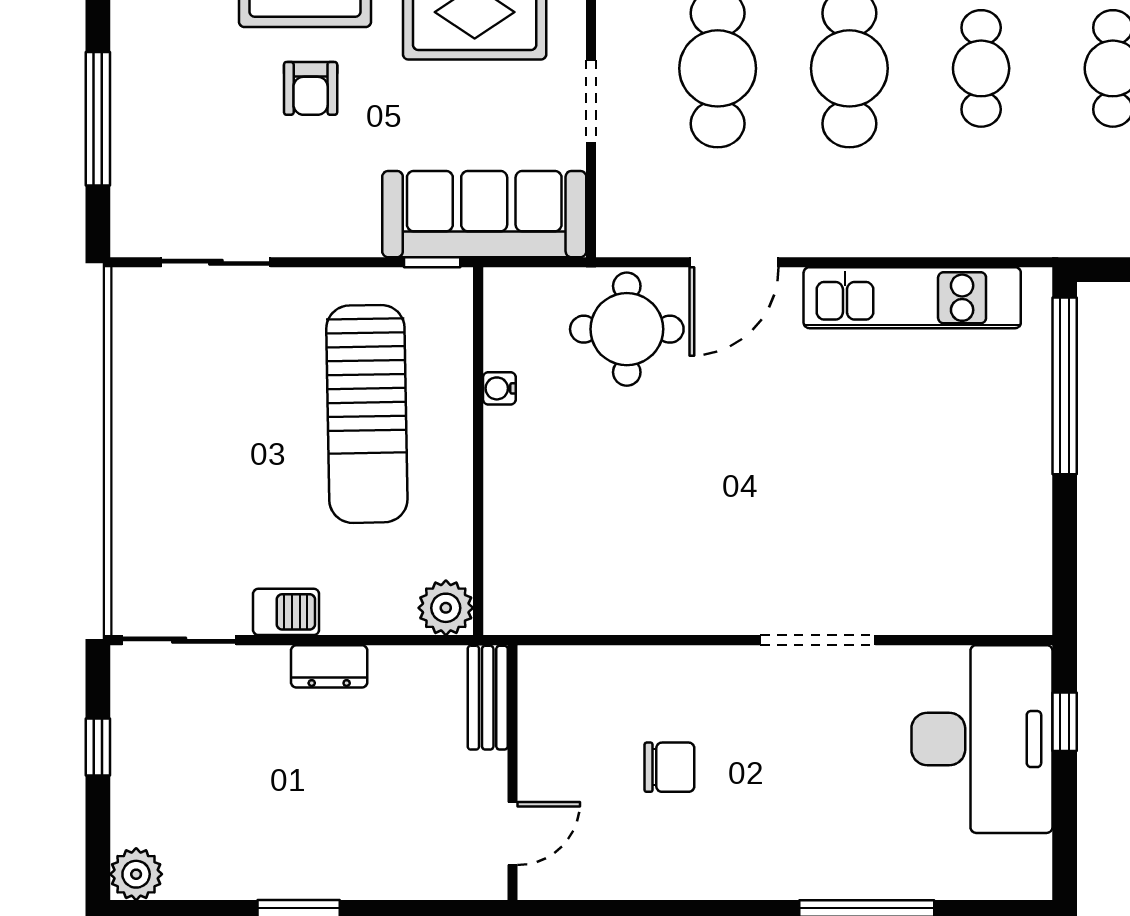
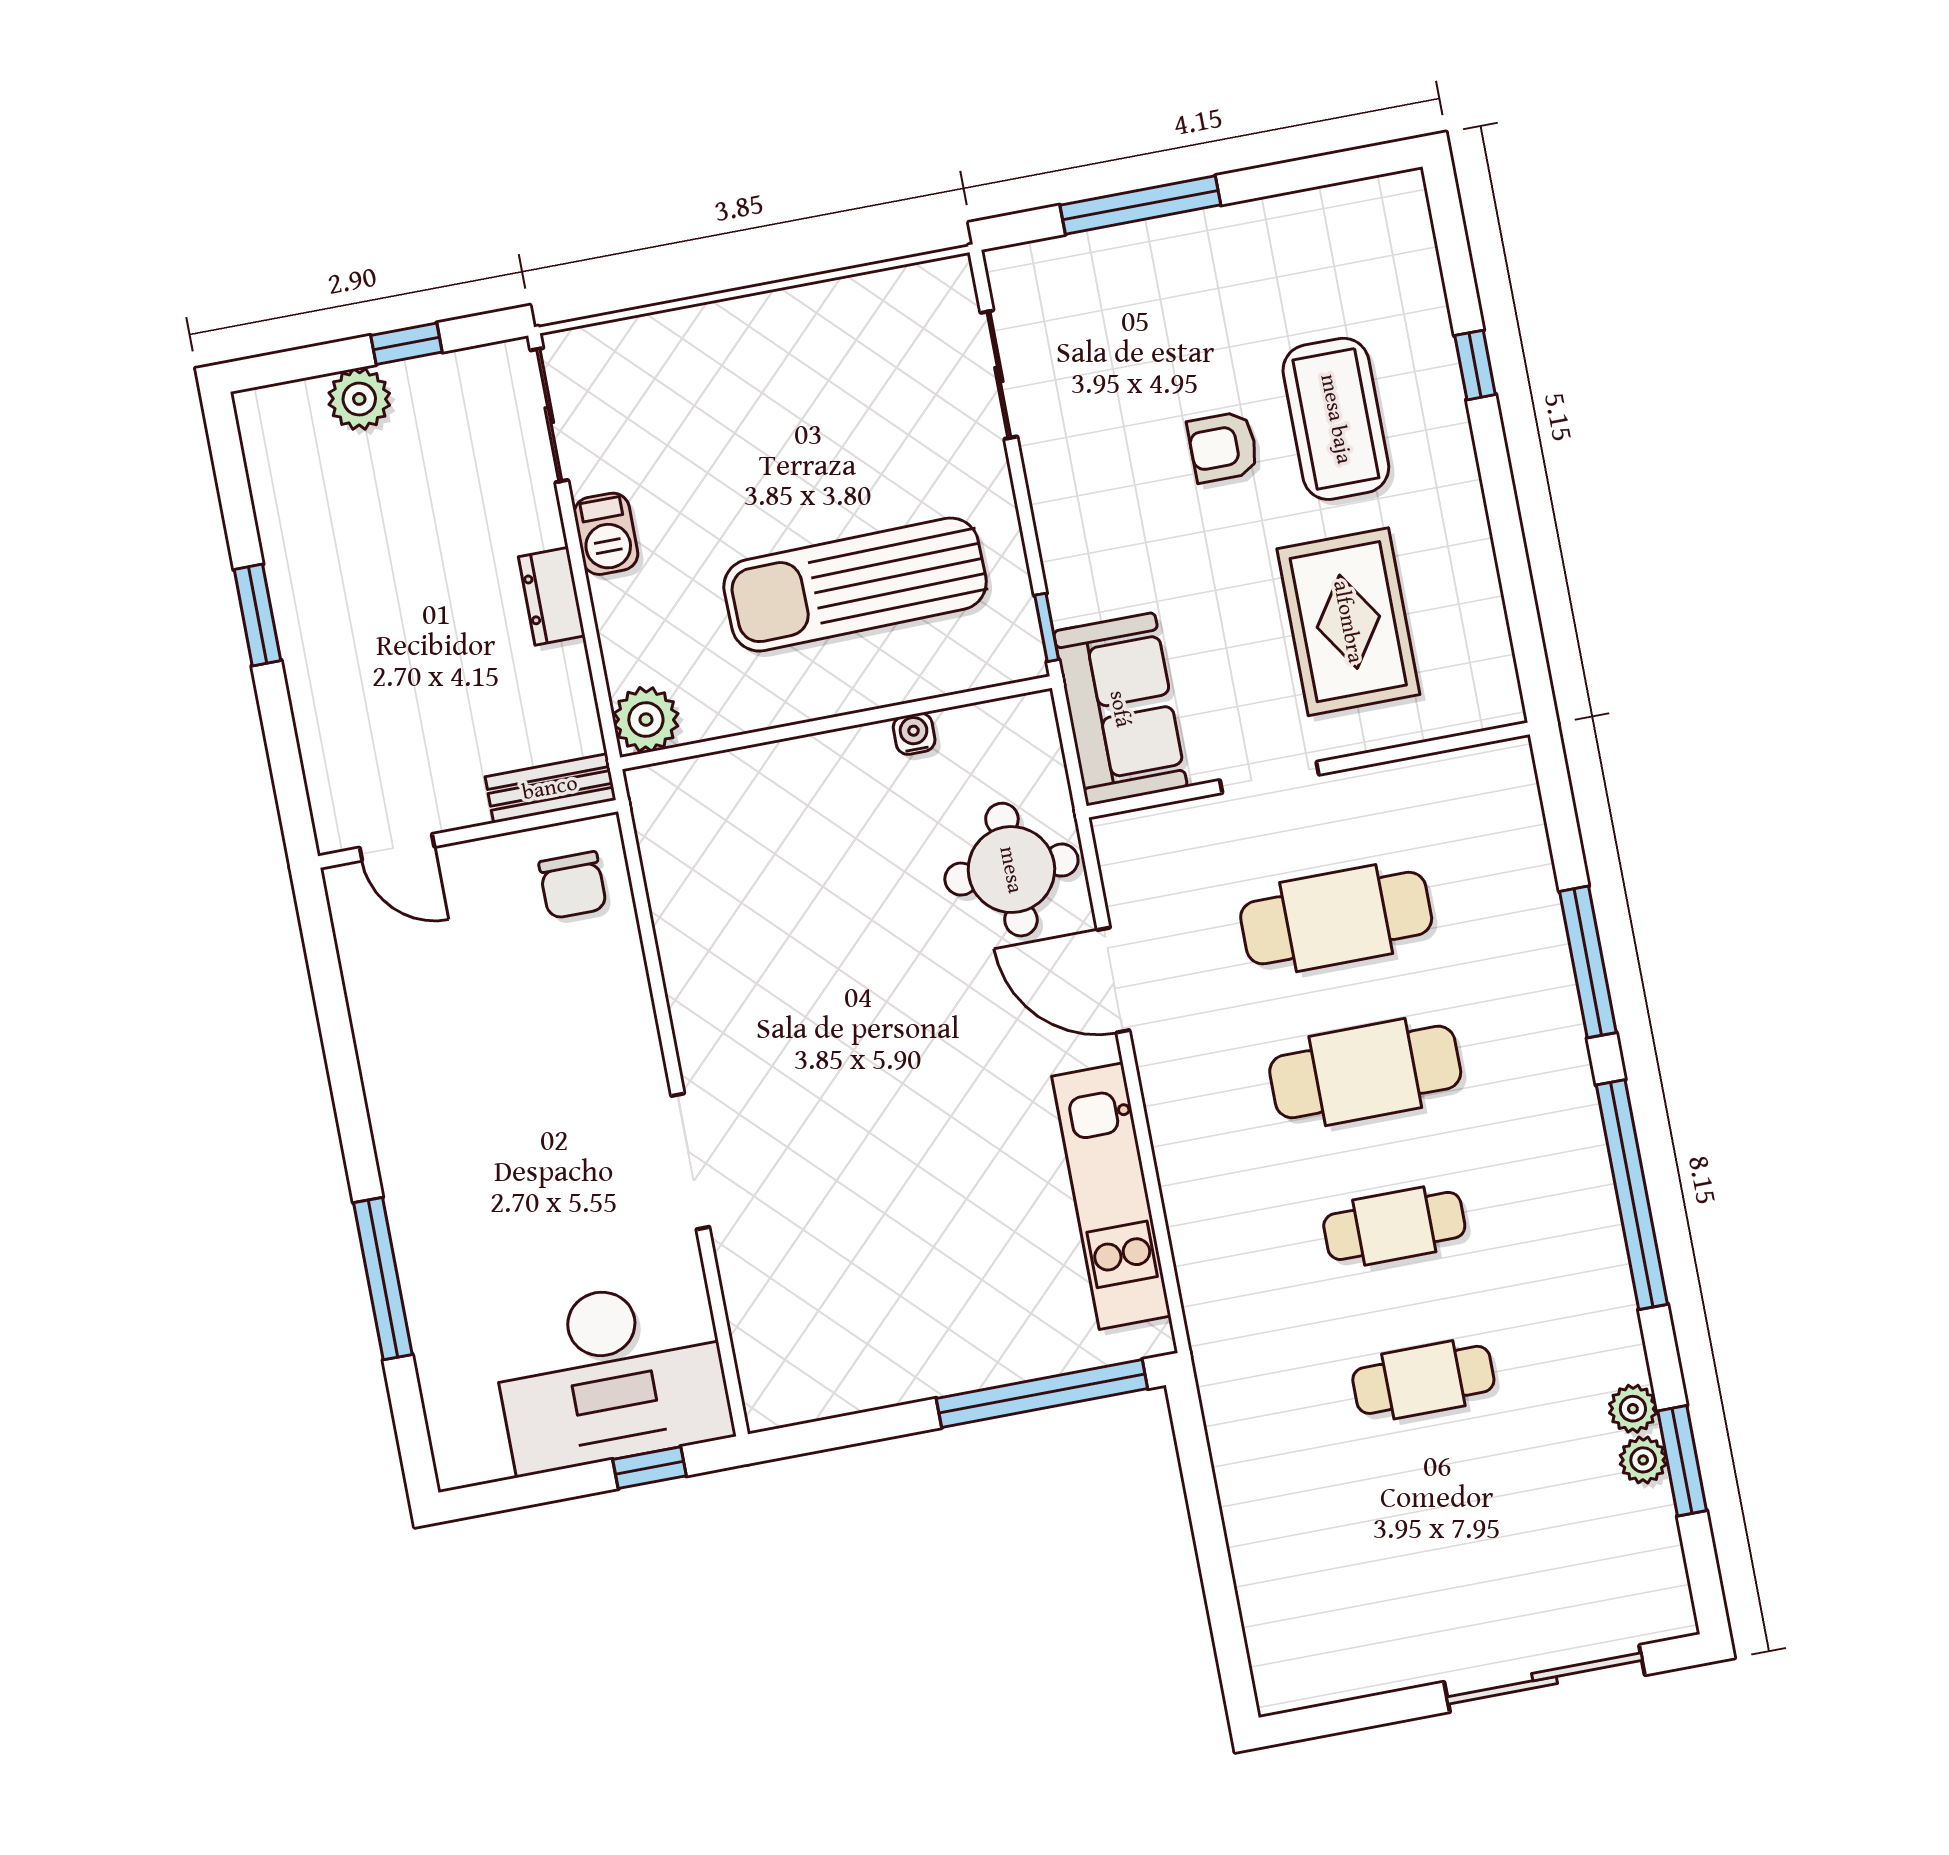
sofa: (484, 214) -> (1120, 709), width x0.73
chair: (669, 767) -> (573, 885), moved
plant: (136, 874) -> (359, 399), moved

